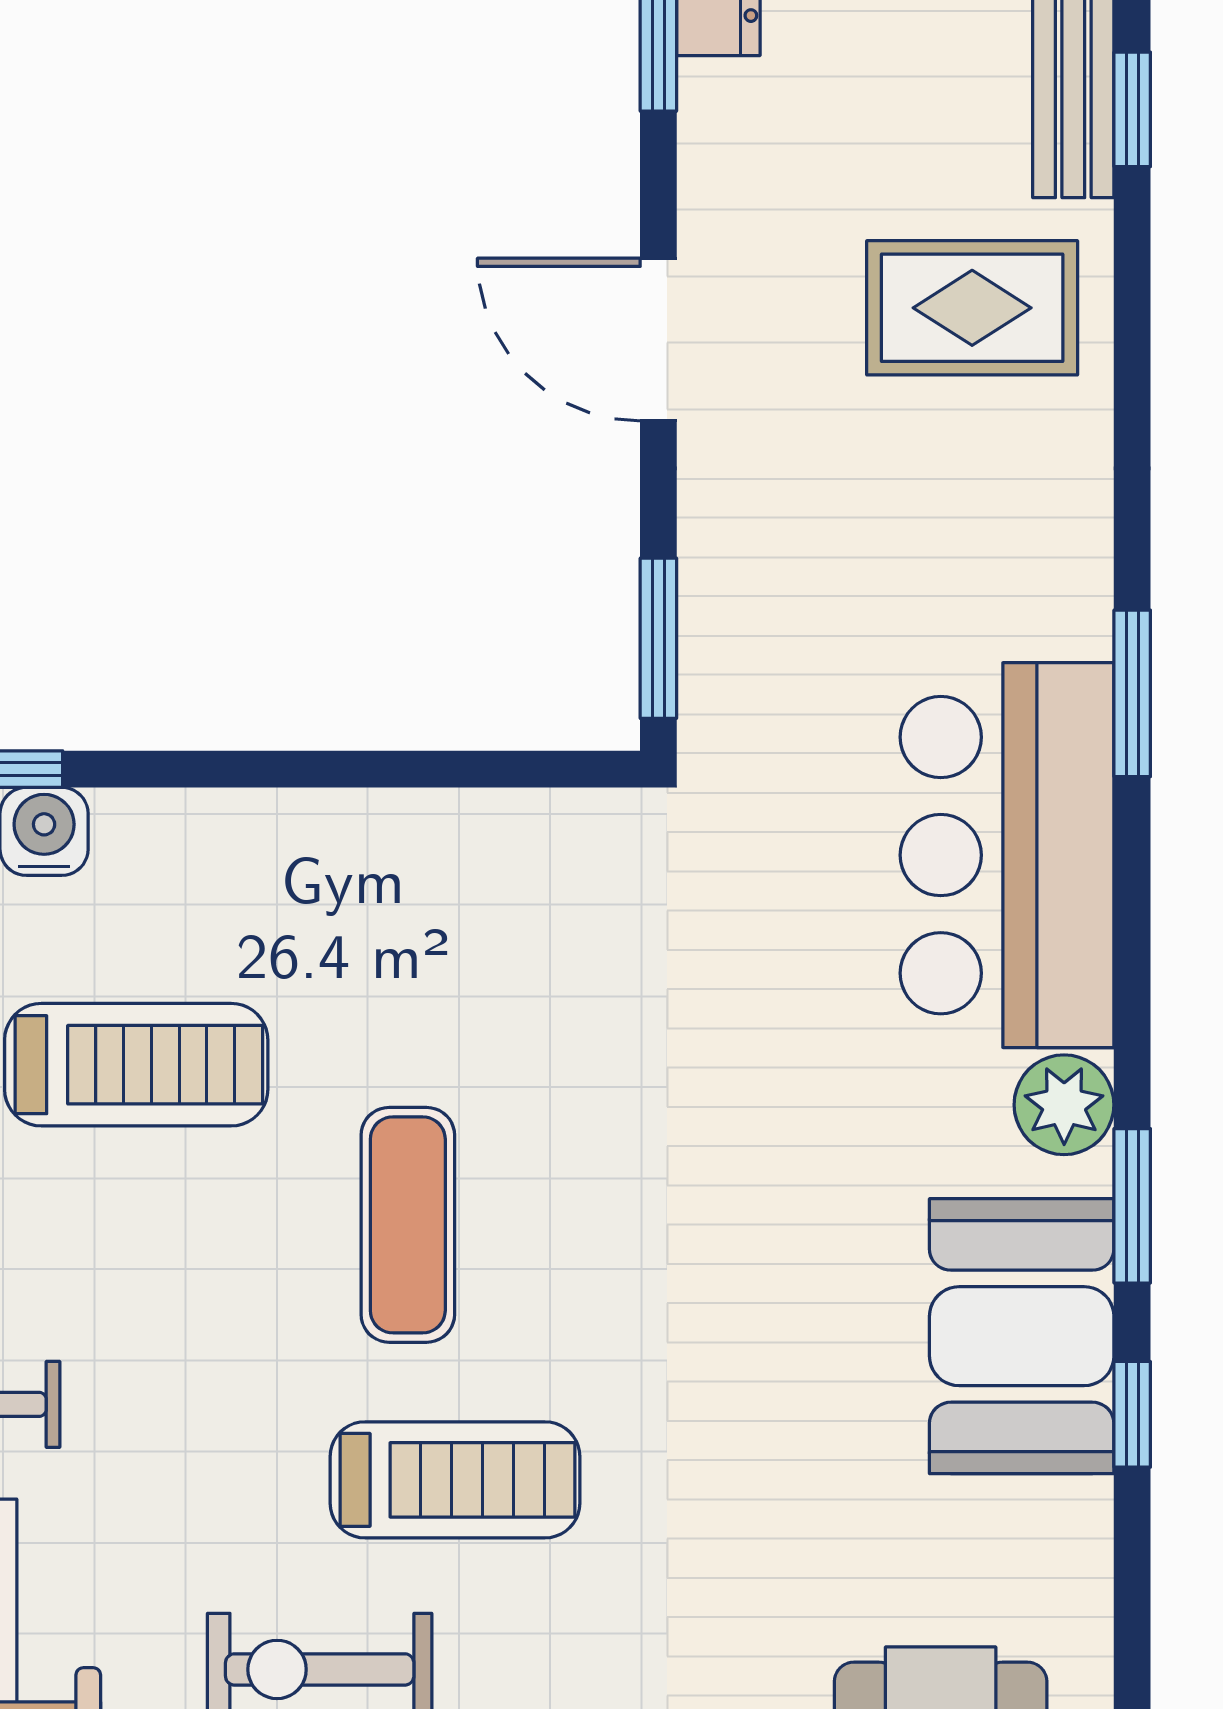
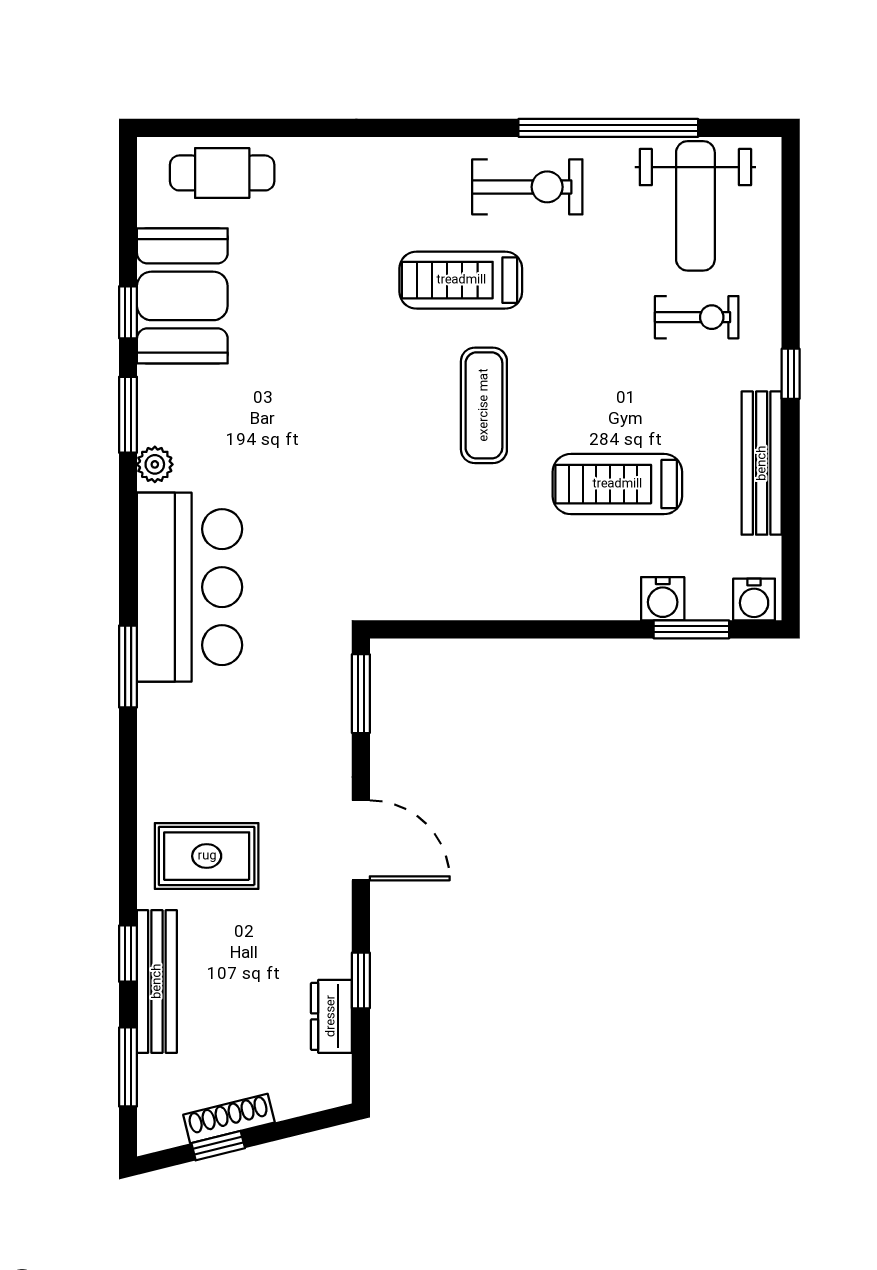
plant: (1064, 1105) -> (155, 464), width x0.73, depth x0.73
booth: (1022, 1336) -> (182, 296), moved

